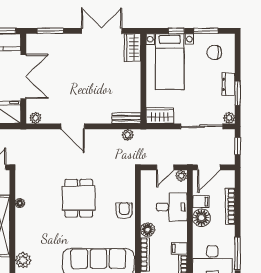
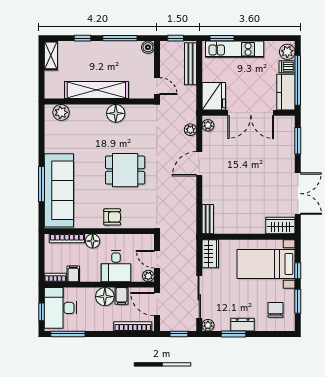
plant: (128, 135) -> (190, 130), moved
floor lamp: (20, 203) -> (116, 113), width x1.89, depth x1.89
bookcase: (230, 206) -> (133, 326), moved

